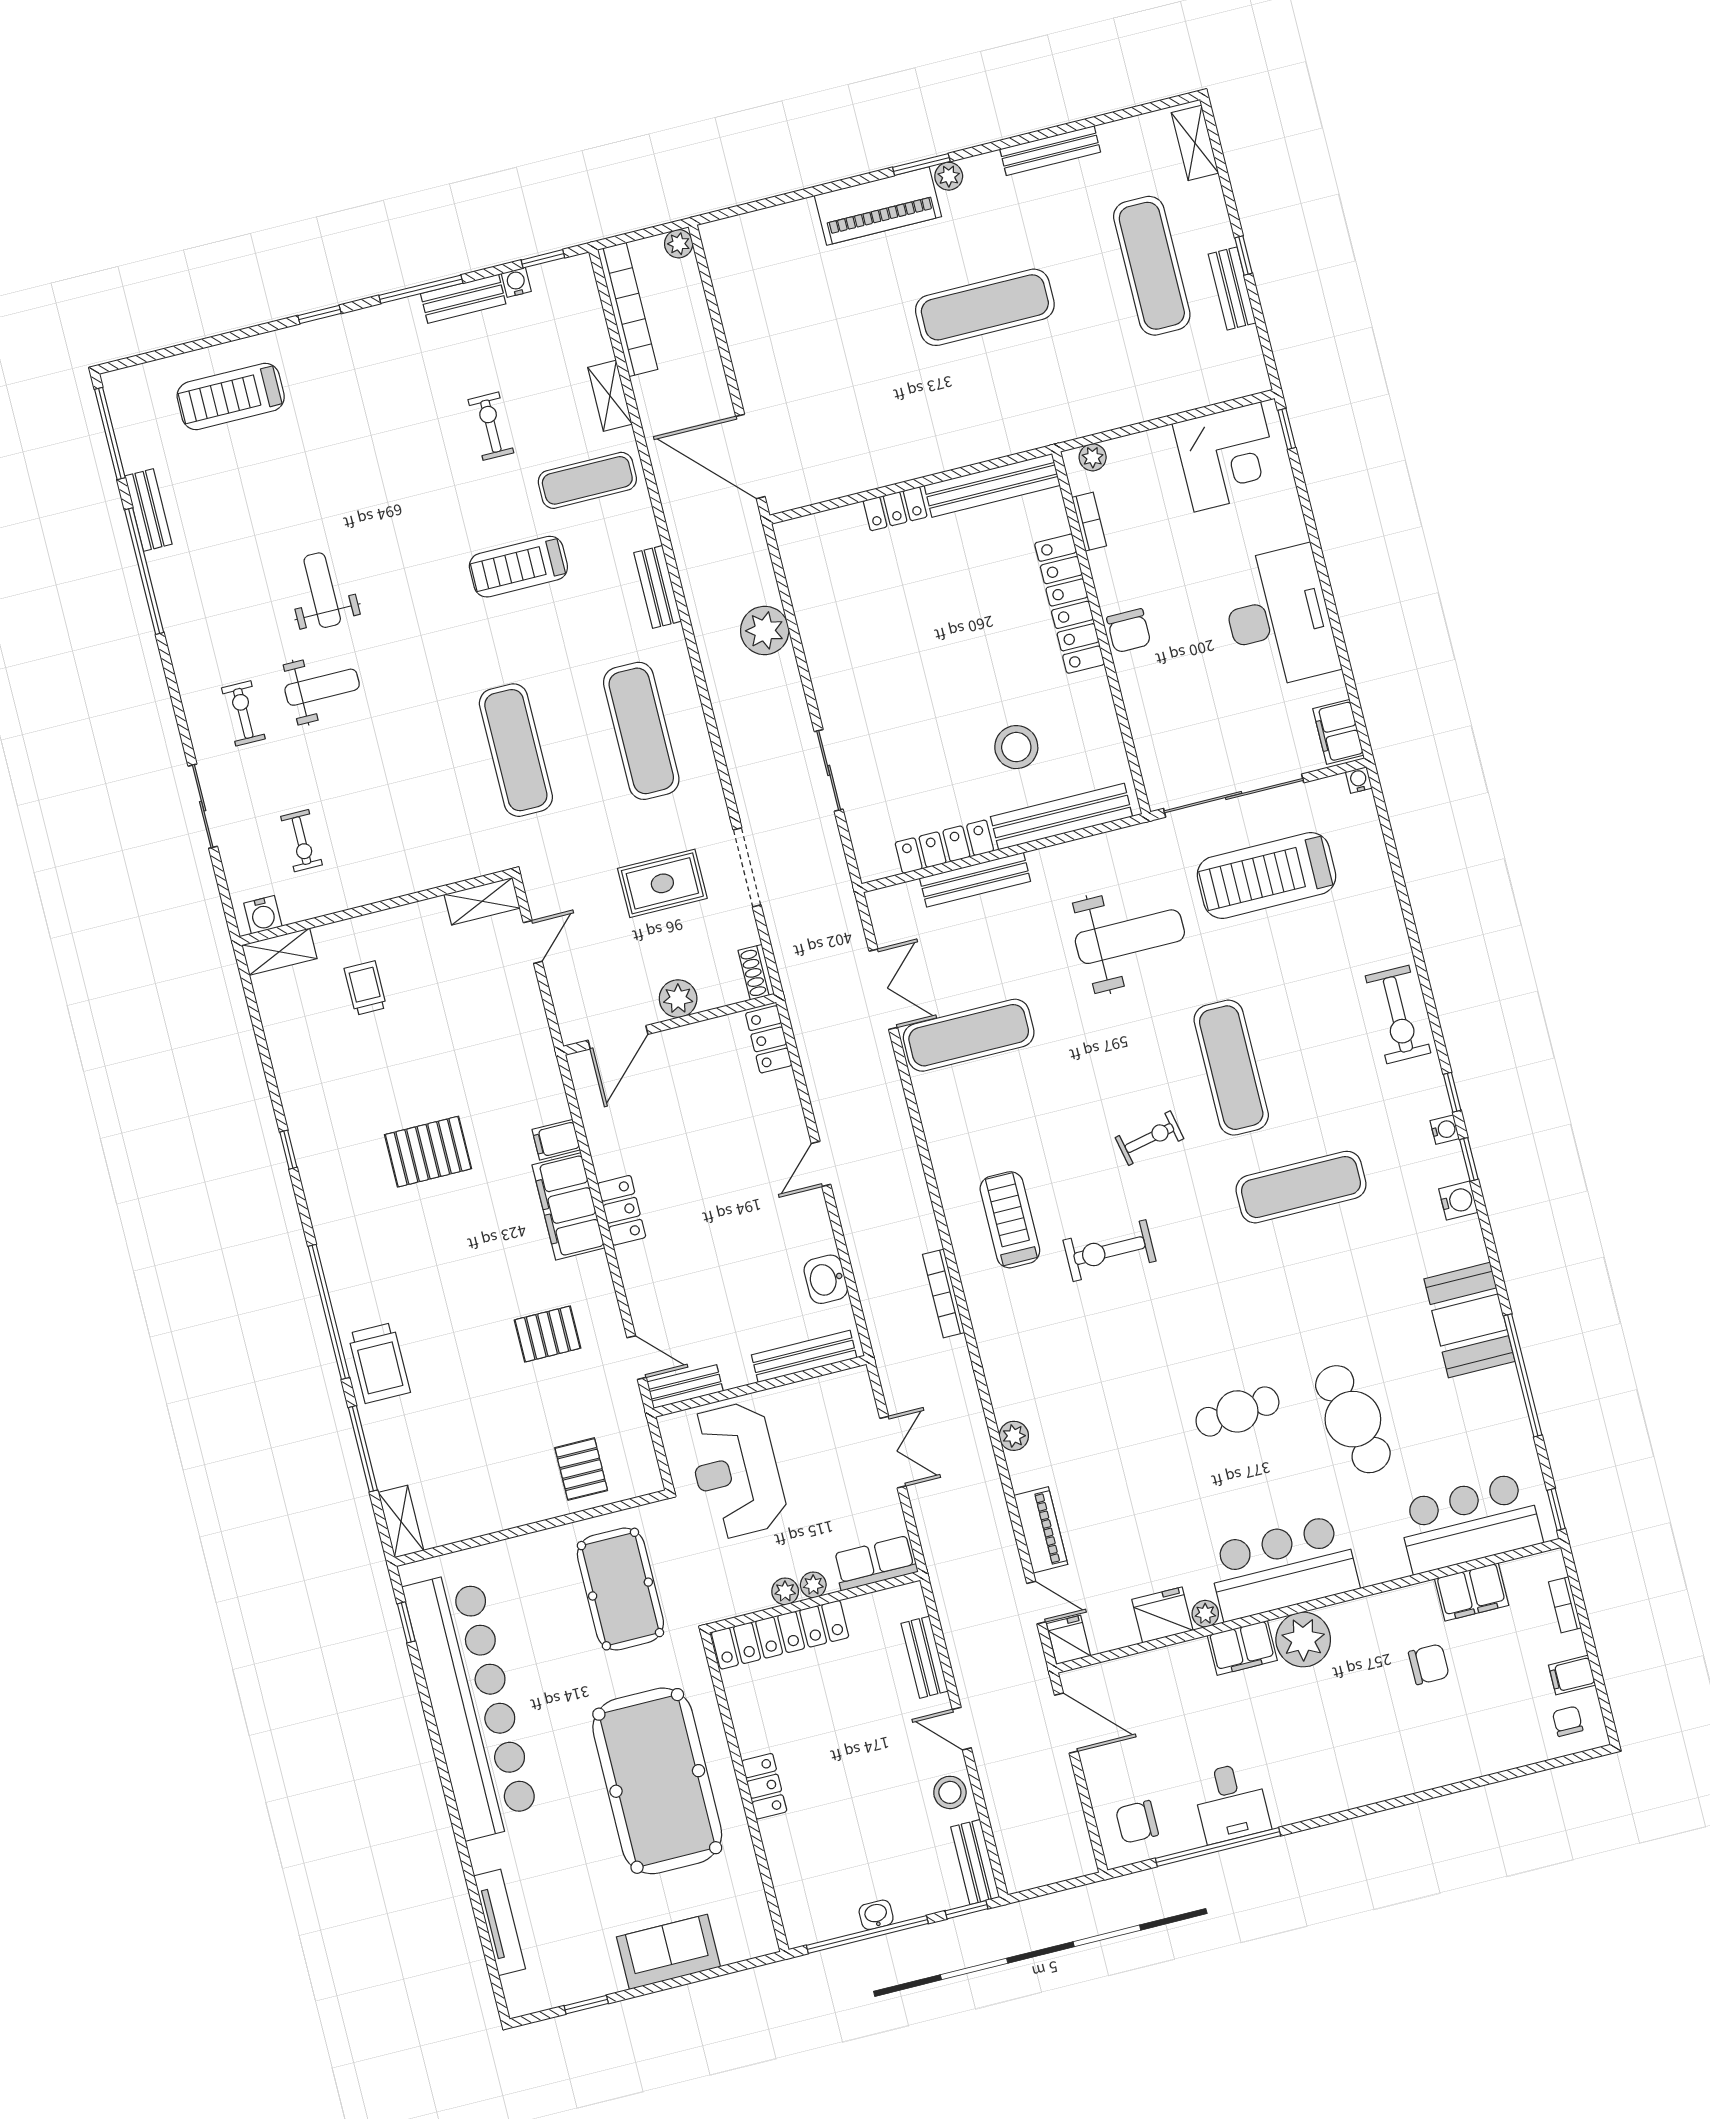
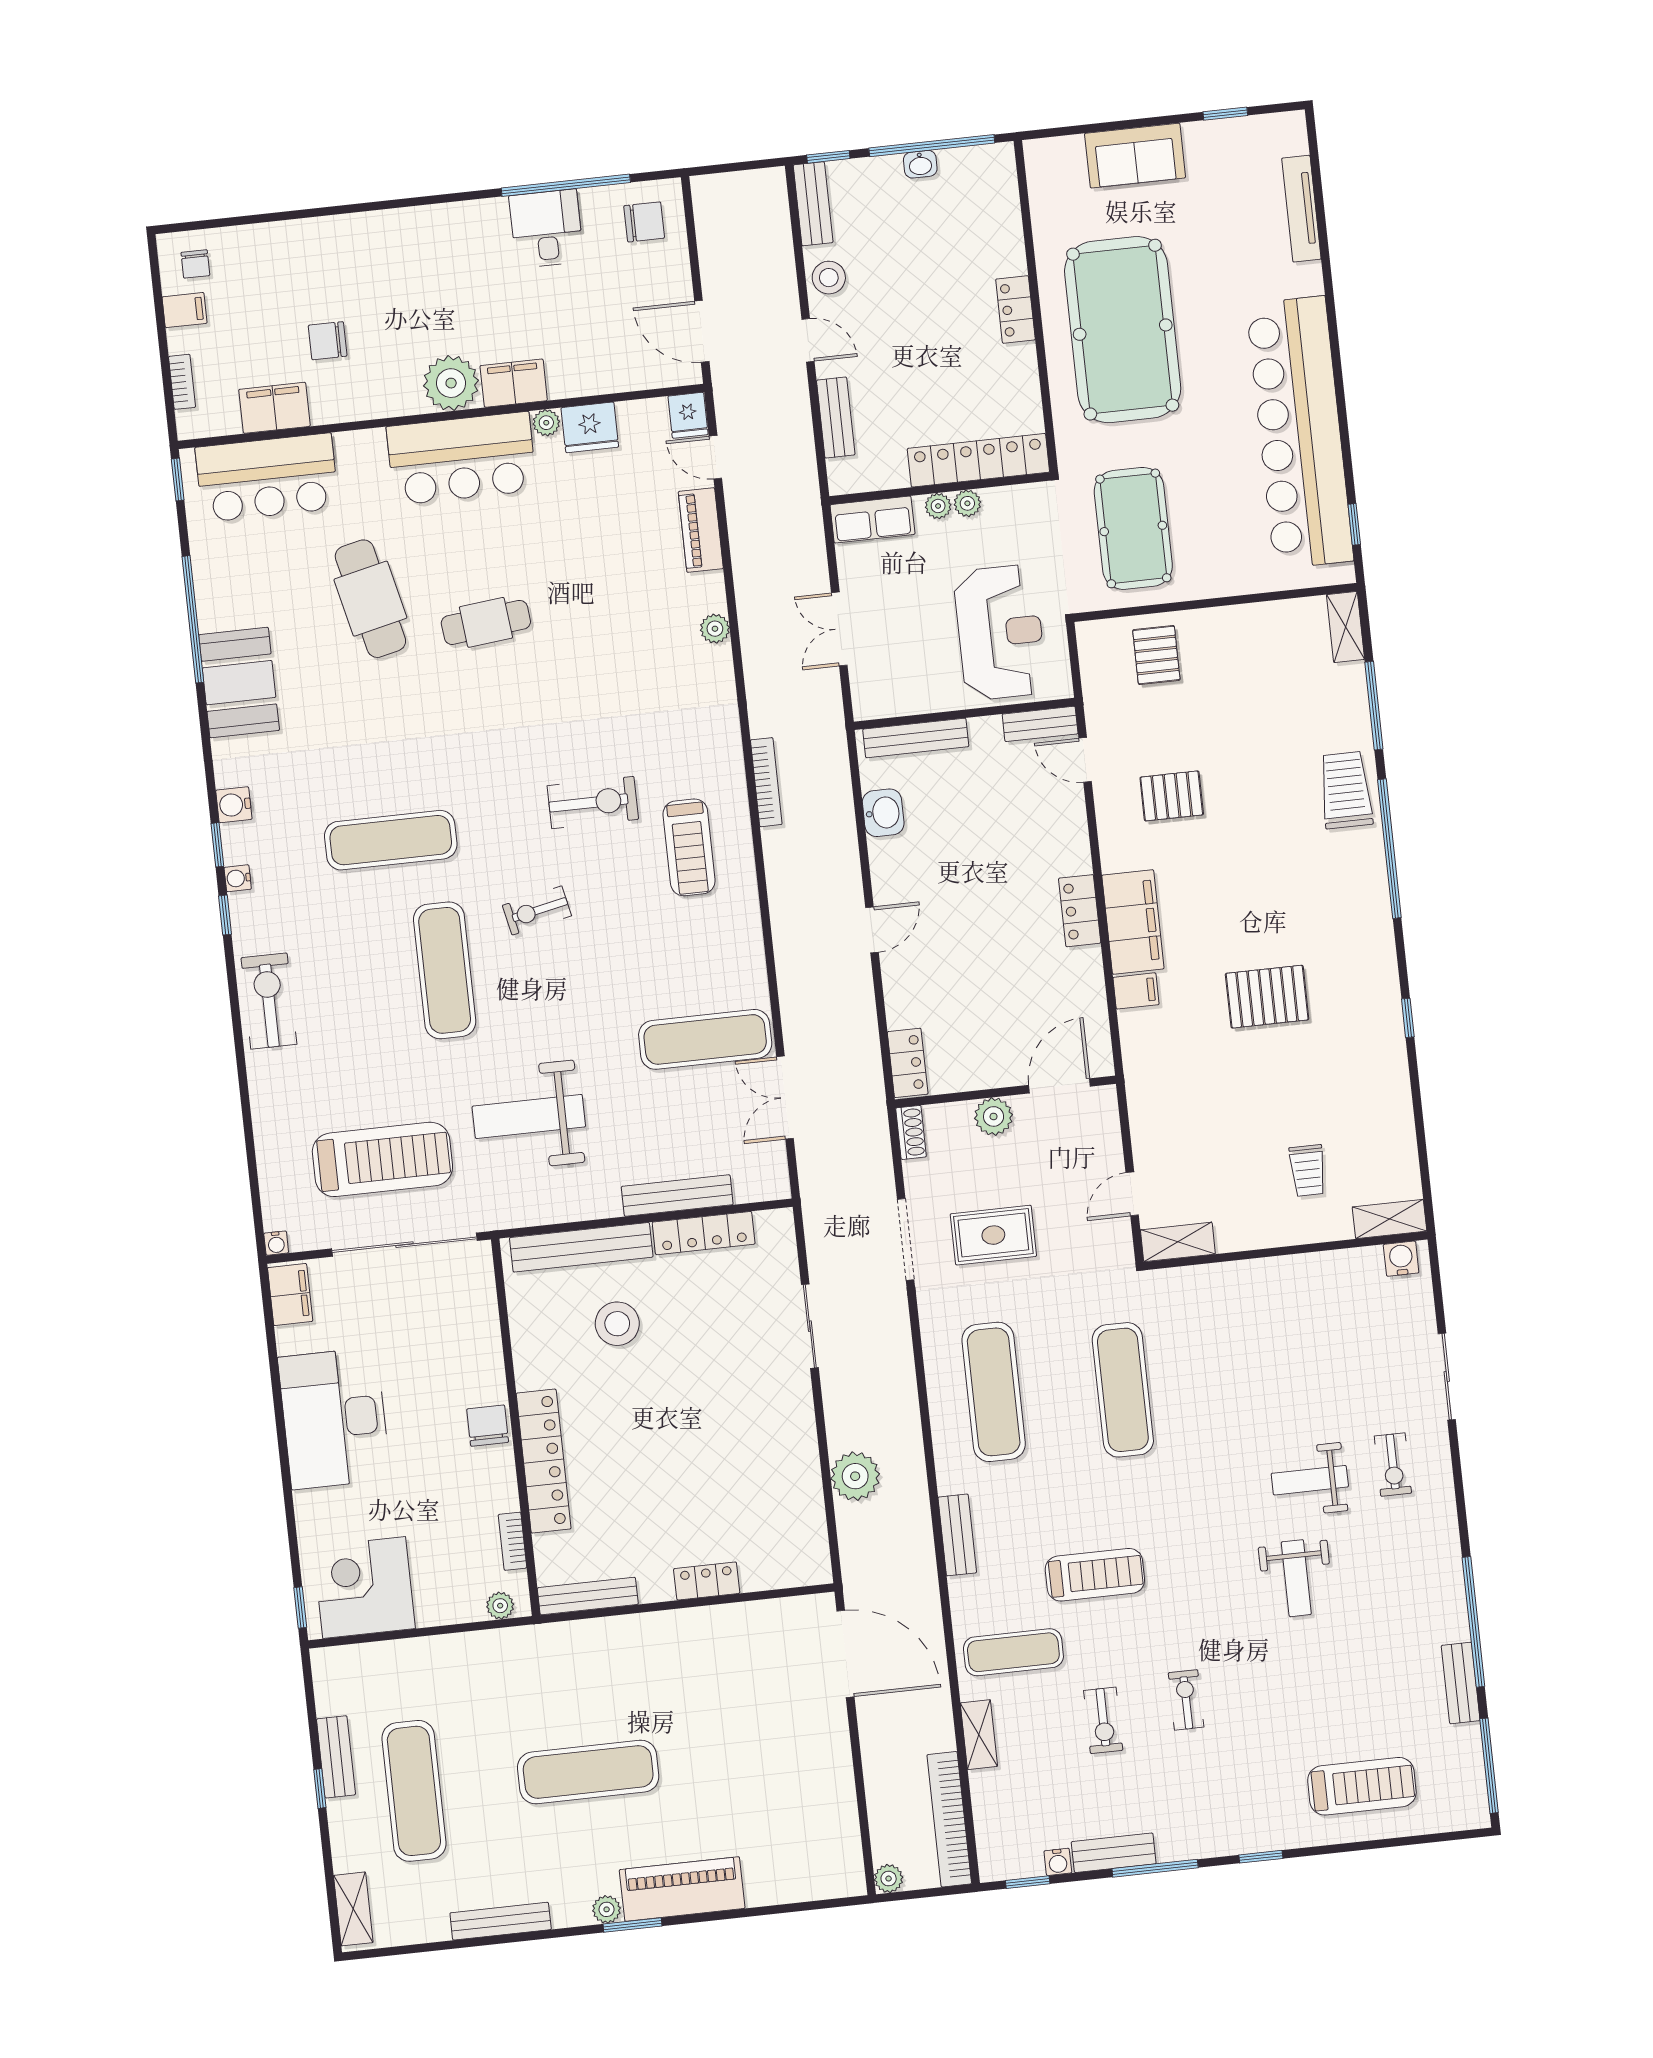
bench: (992, 485) -> (588, 1596), width x0.73, depth x0.82
exercise bike: (302, 841) -> (1186, 1700), moved

